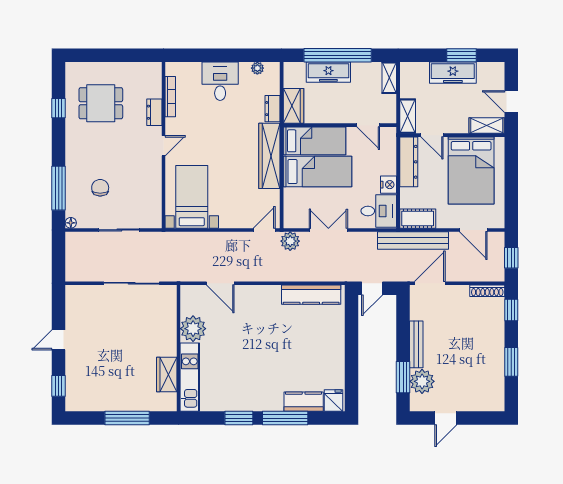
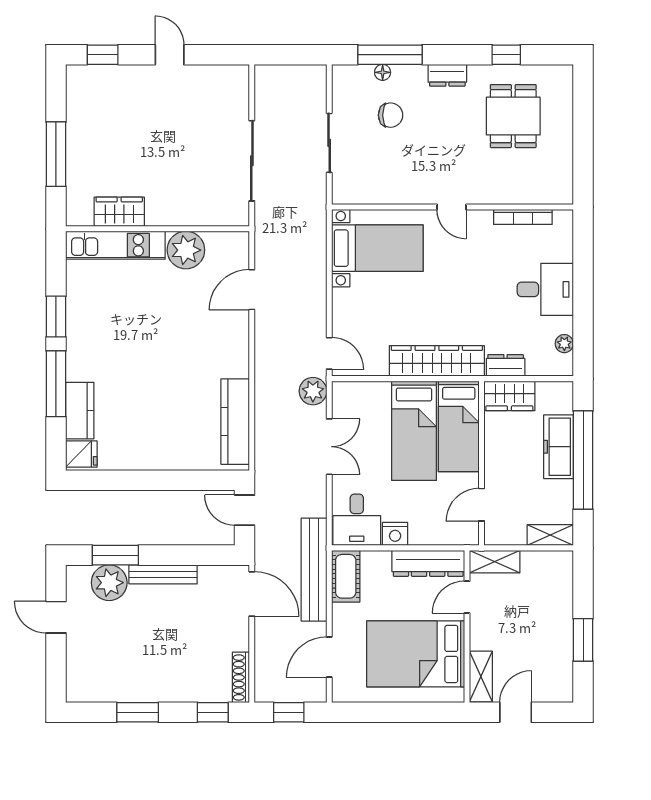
freezer: (453, 73) -> (558, 627), removed
dresser: (154, 112) -> (447, 75), moved, turned 180
floor lamp: (71, 223) -> (383, 72), moved

